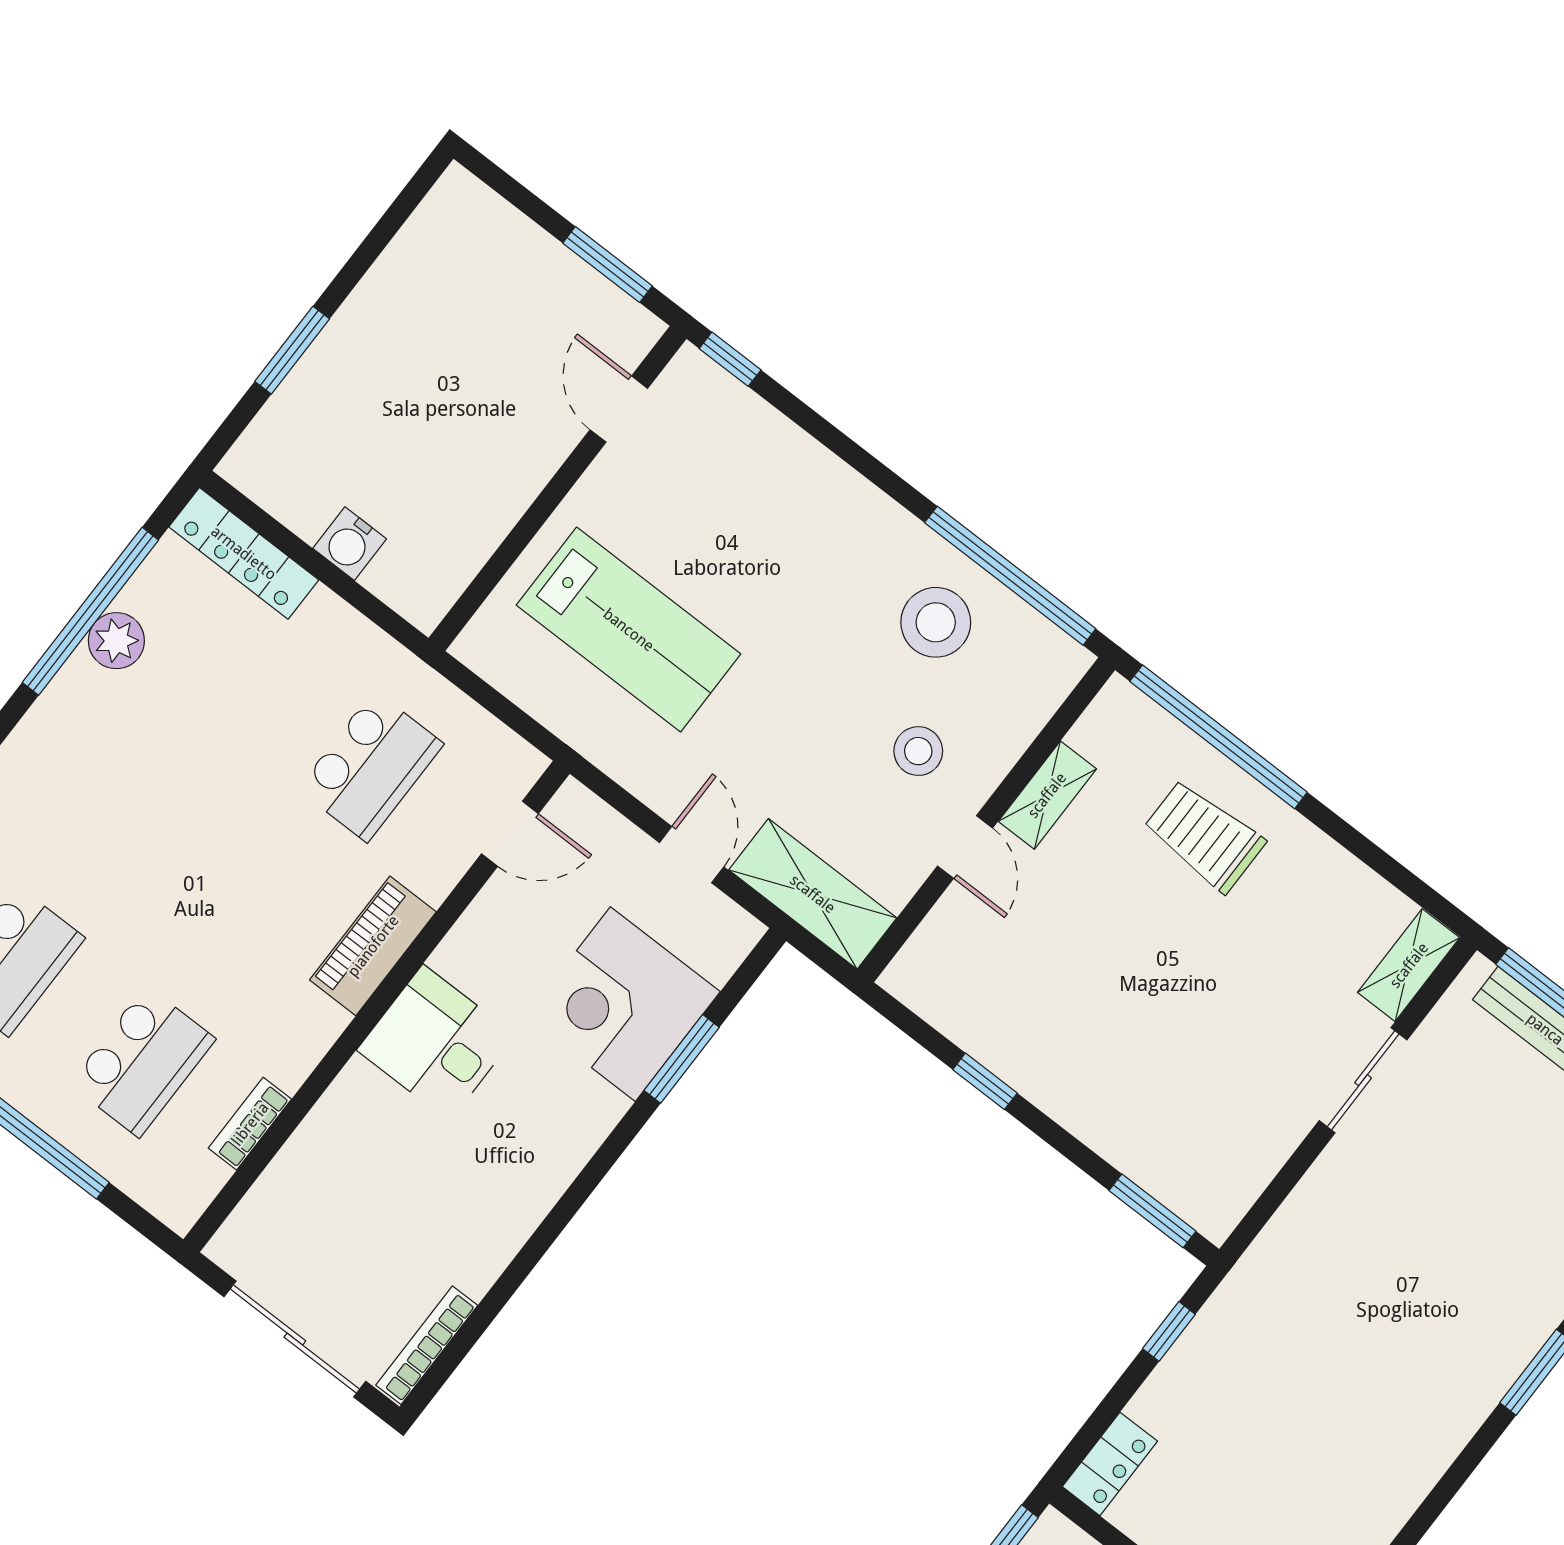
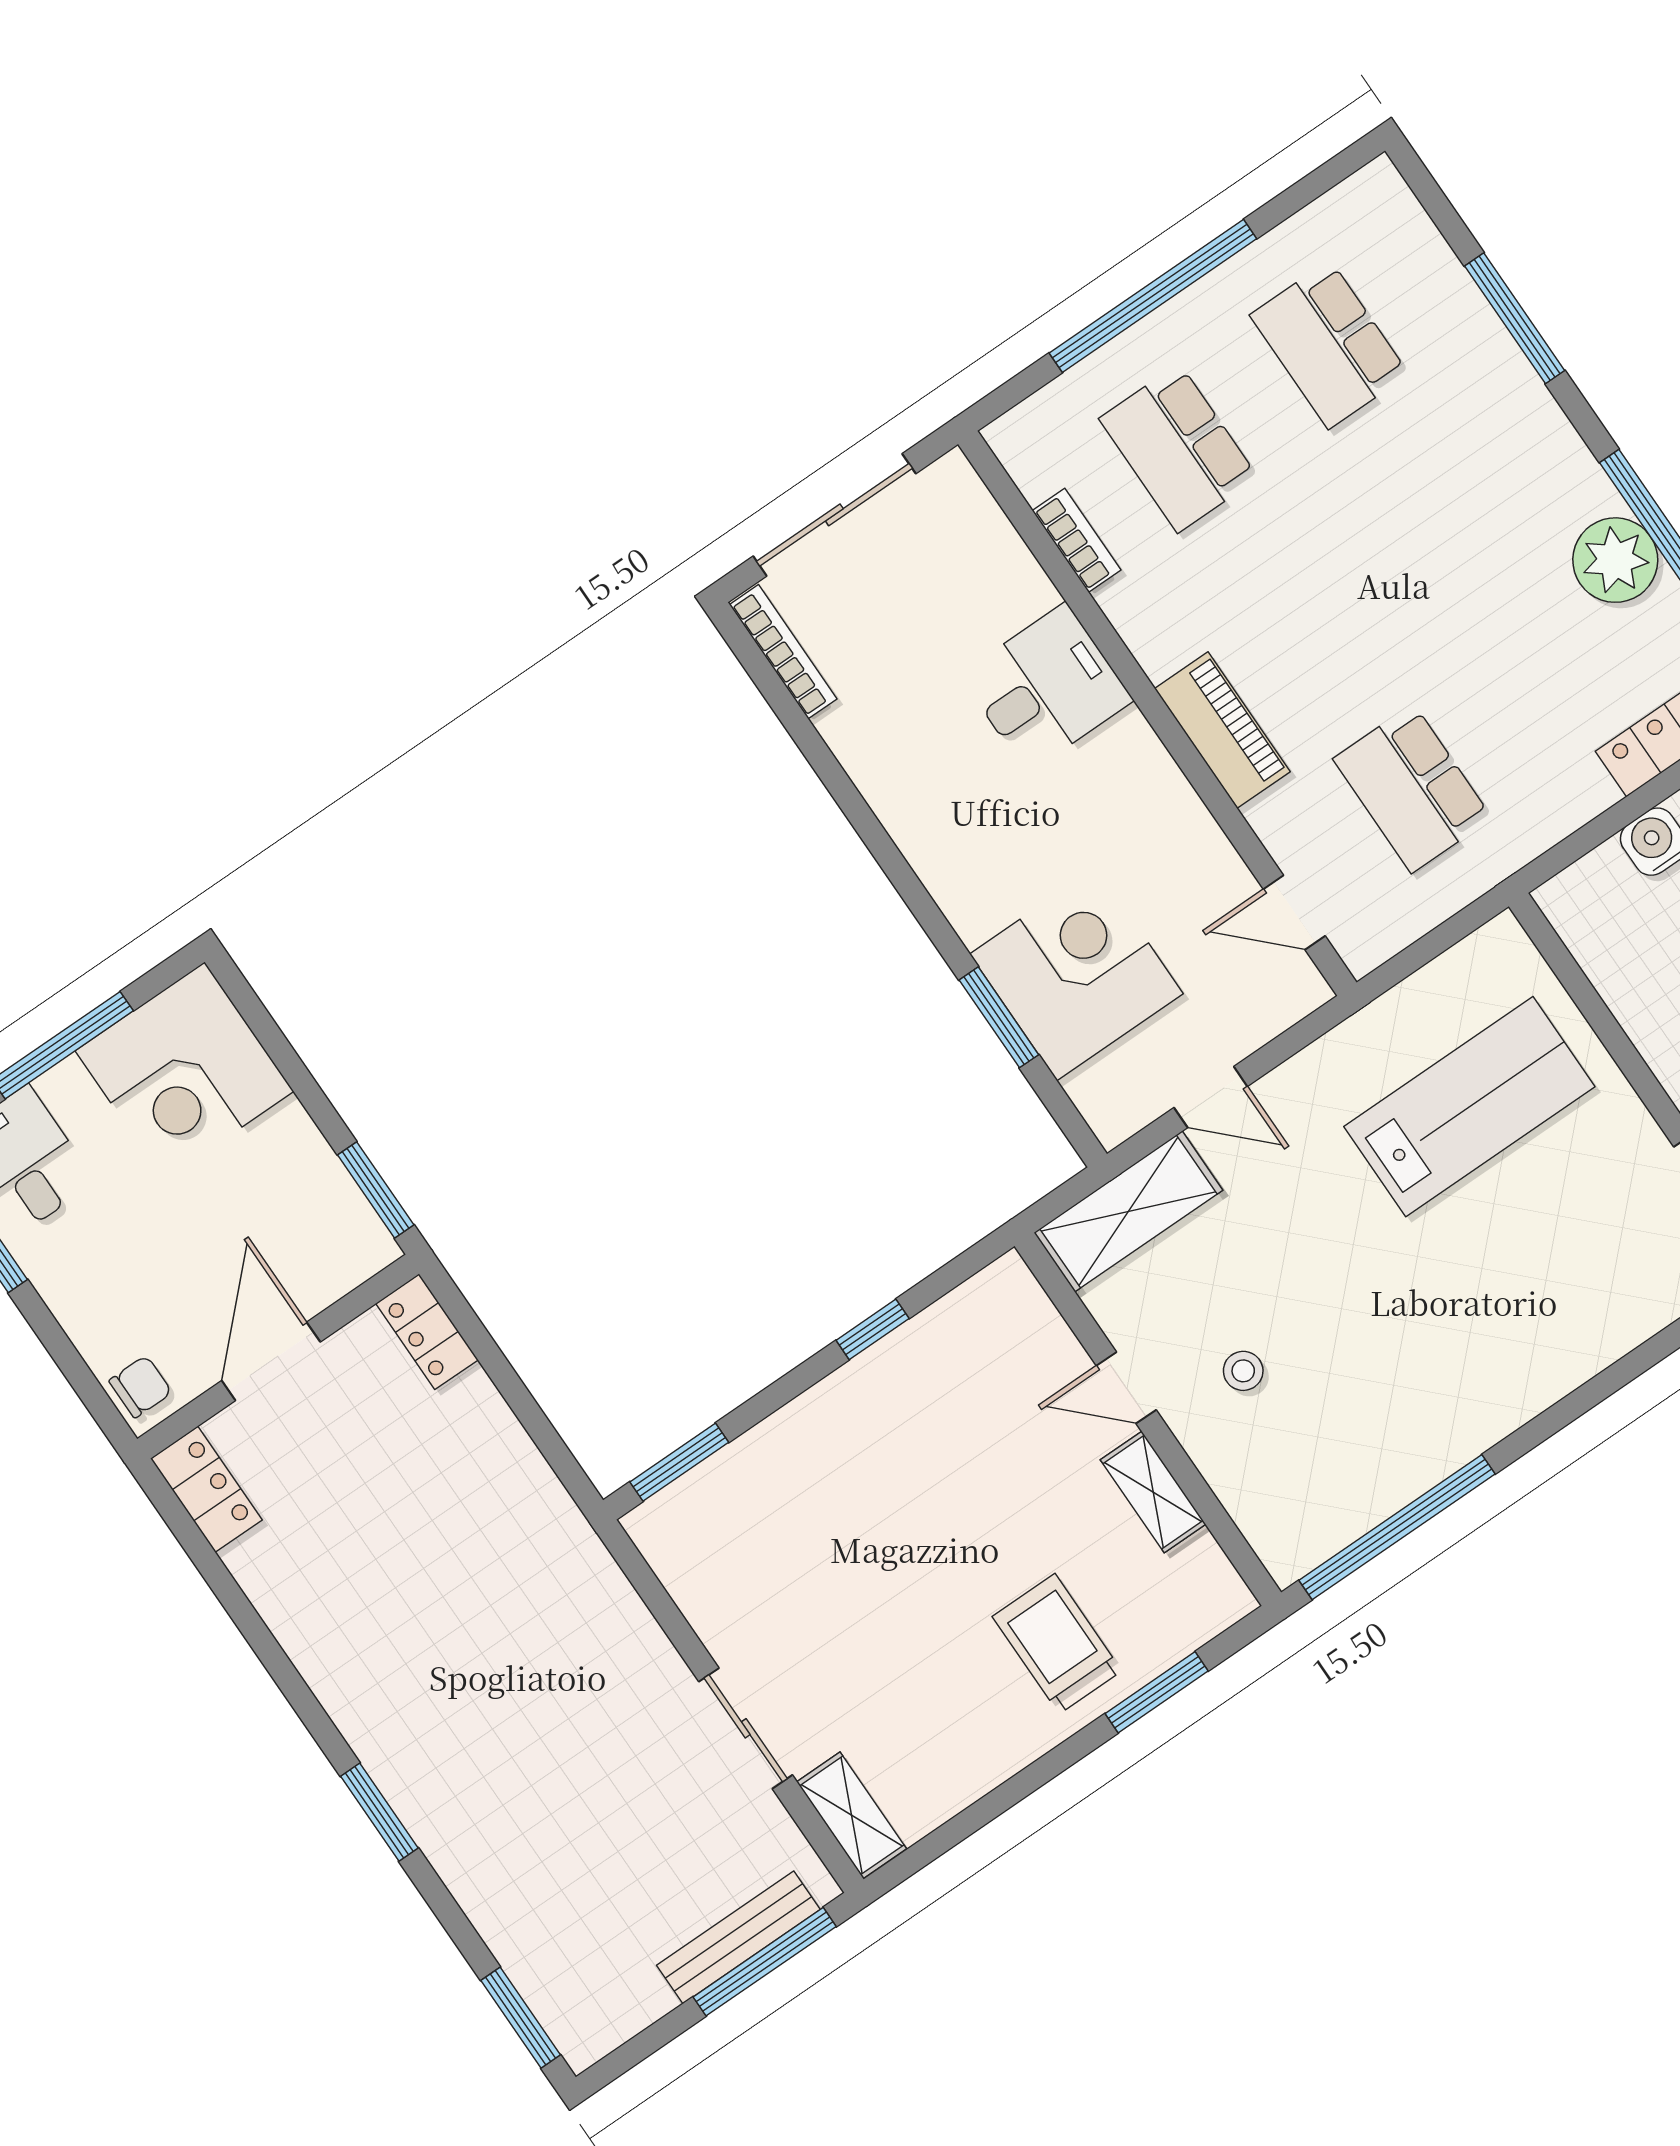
stool: (936, 622) -> (1373, 1433), removed
lab bench: (629, 630) -> (1469, 1107), turned 180
plant: (116, 641) -> (1615, 560), width x1.36, depth x1.36
window: (1219, 737) -> (1157, 1692), width x0.47
stool: (918, 751) -> (1243, 1371), width x0.73, depth x0.73
door: (510, 834) -> (1294, 913), hinge flipped
trolley: (1204, 836) -> (1057, 1644), turned -90
desk: (436, 1043) -> (1046, 688), moved
window: (1169, 1331) -> (547, 1439), removed

